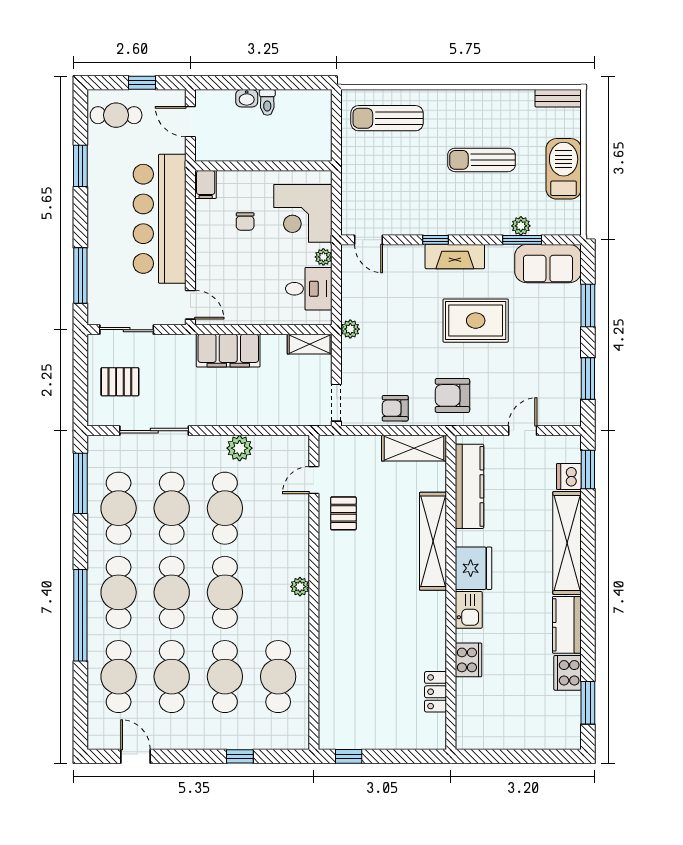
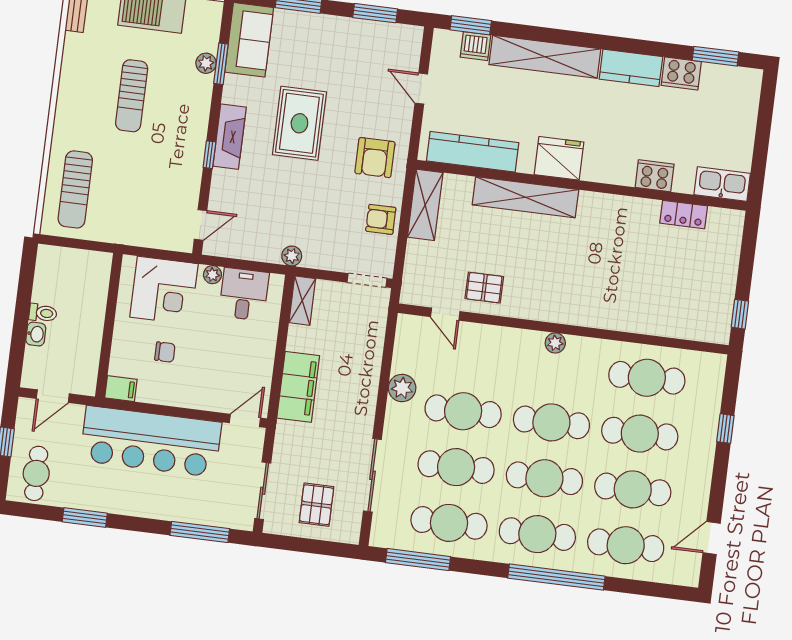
armchair: (395, 408) -> (381, 219), turned 90
kitchen sink: (469, 610) -> (722, 184), moved, width x1.38

